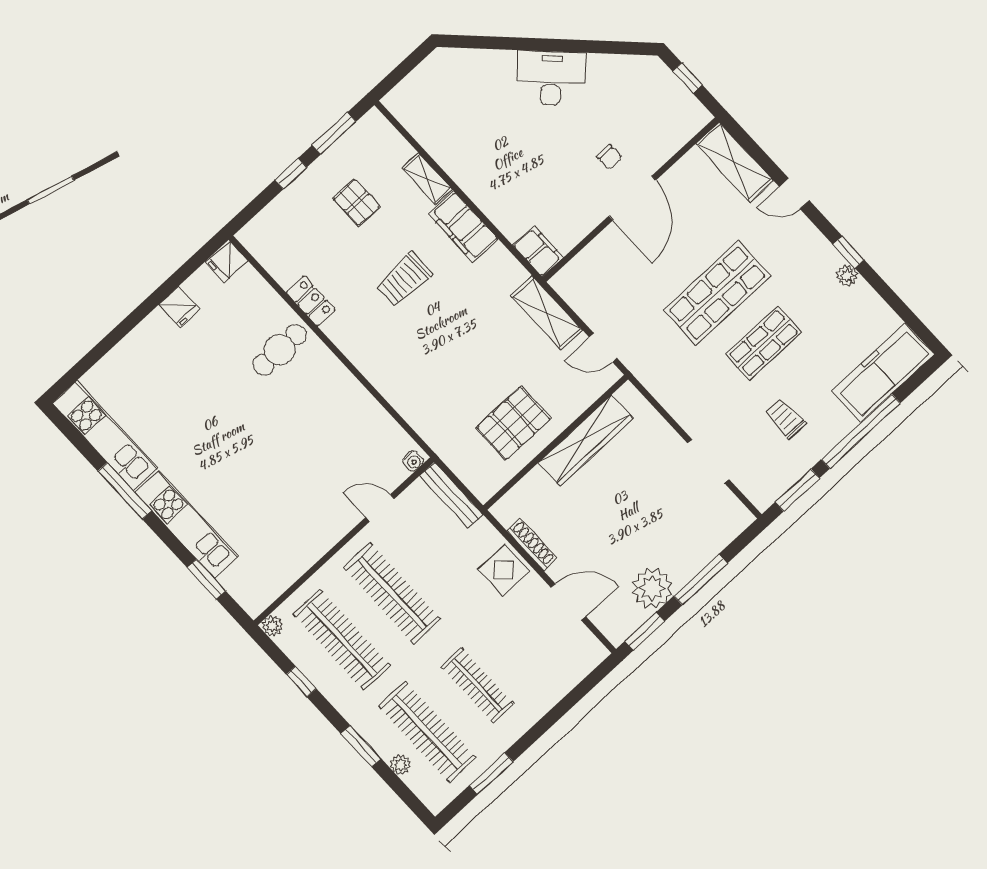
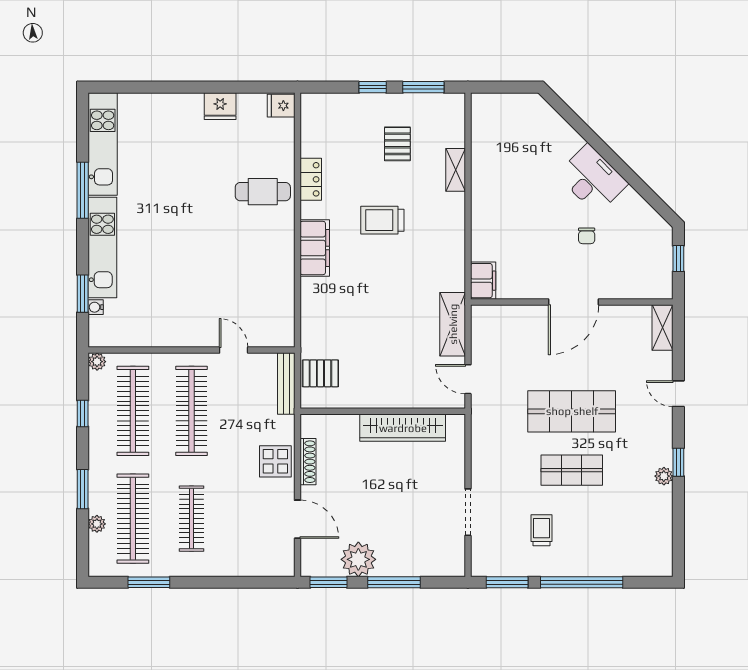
chair: (609, 157) -> (587, 236), moved
shelving: (735, 162) -> (663, 328), width x0.67, depth x0.75
filing cabinet: (464, 227) -> (315, 248), moved, turned 180
fridge: (179, 307) -> (220, 106), width x1.38
freezer: (883, 373) -> (630, 558), removed
pallet: (513, 423) -> (320, 373), moved, width x0.67, depth x0.71
water cooler: (413, 461) -> (96, 307), moved, turned 90

